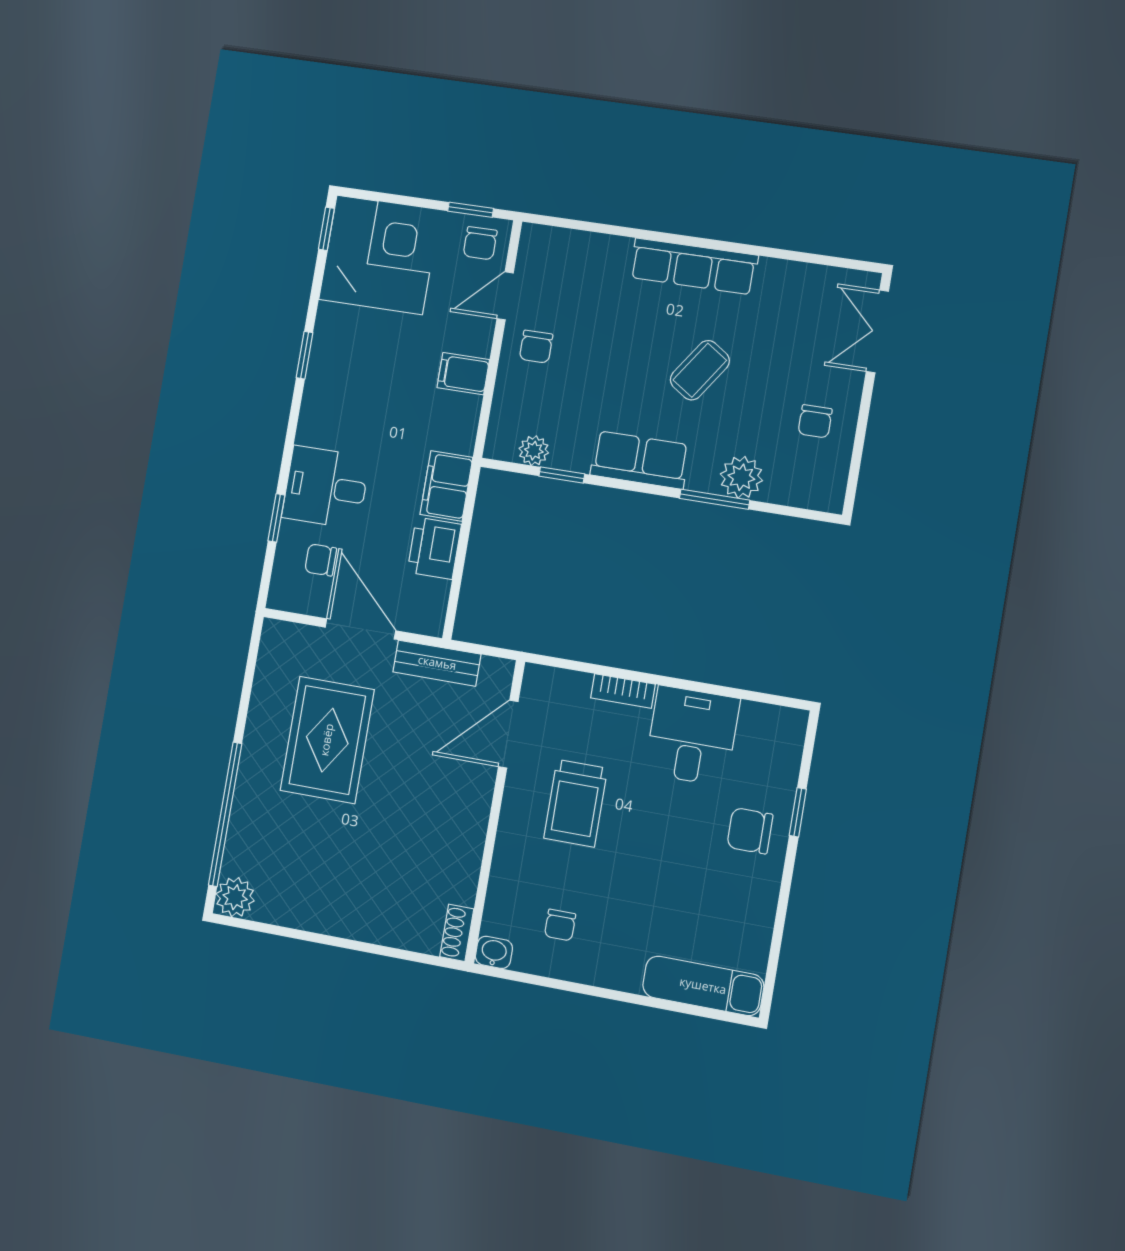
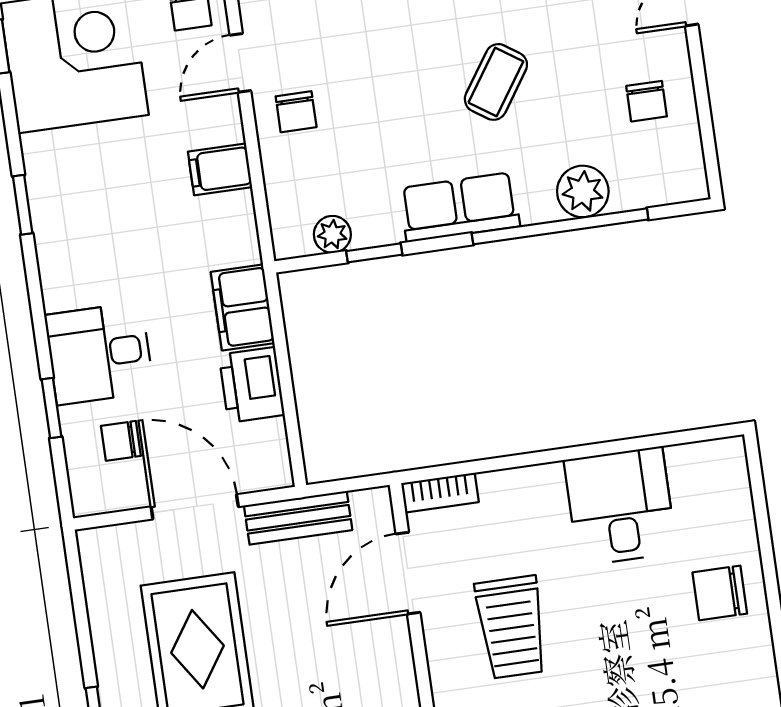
window: (715, 499) -> (560, 226), width x2.11
bookcase: (623, 691) -> (440, 493), moved
window: (798, 812) -> (767, 554), removed

